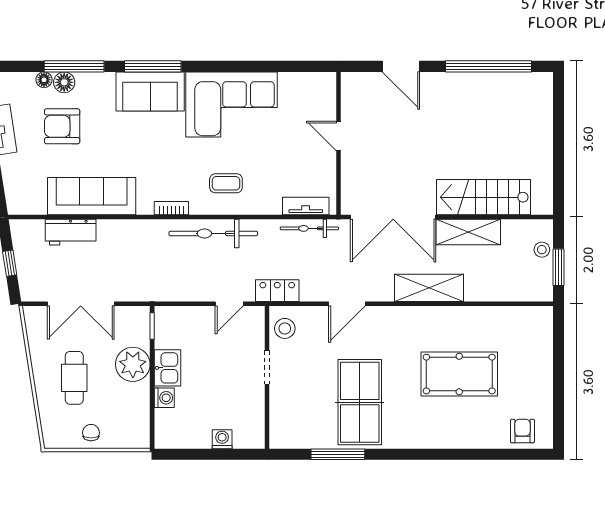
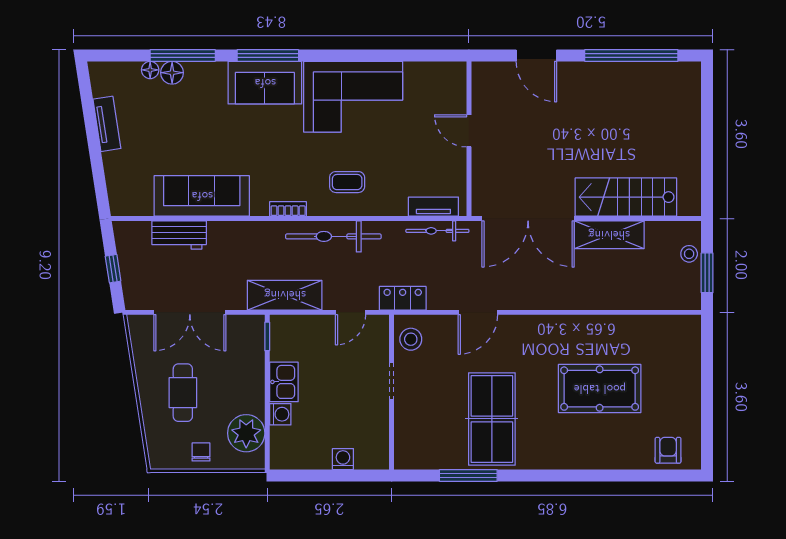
armchair: (62, 126) -> (170, 120), removed
shelving: (429, 288) -> (285, 295), moved
plant: (133, 364) -> (246, 433), moved

